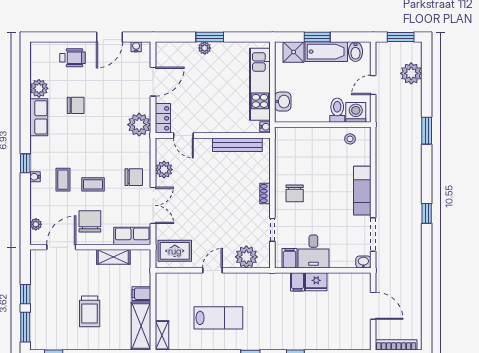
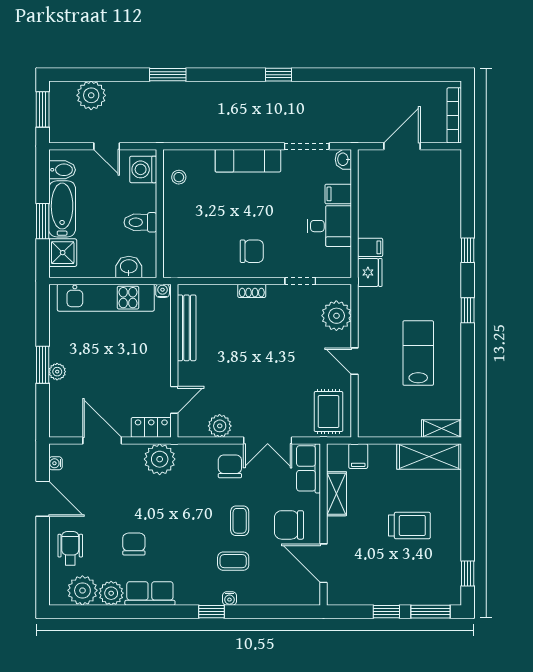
toilet: (337, 110) -> (140, 222), moved
double door: (153, 205) -> (268, 441), swing flipped
plant: (36, 224) -> (82, 590), moved, width x1.88, depth x1.88
filing cabinet: (289, 258) -> (338, 194), moved
fridge: (316, 282) -> (370, 272), moved
filing cabinet: (141, 294) -> (358, 456), moved

